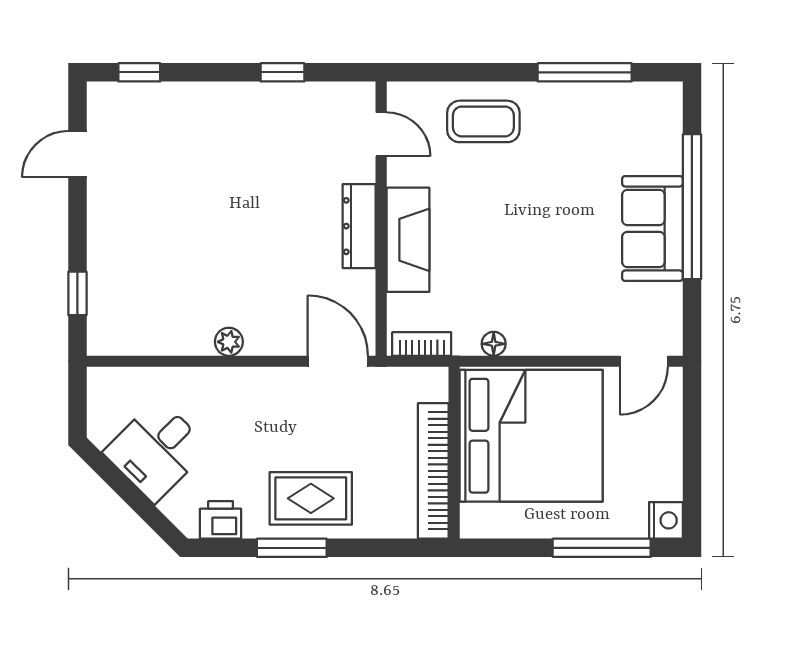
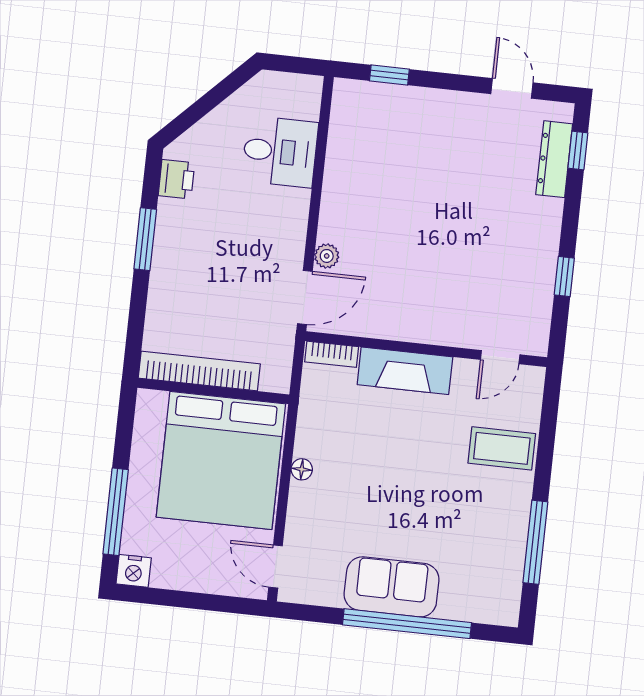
coffee table: (483, 121) -> (502, 448), turned 90
dresser: (359, 226) -> (554, 159), moved, turned -90
plant: (229, 342) -> (327, 256), moved
bookcase: (422, 344) -> (332, 354), moved, turned 90
floor lamp: (494, 344) -> (302, 469), moved
desk: (156, 450) -> (280, 152), moved, turned 135
rug: (311, 498) -> (187, 261), removed

